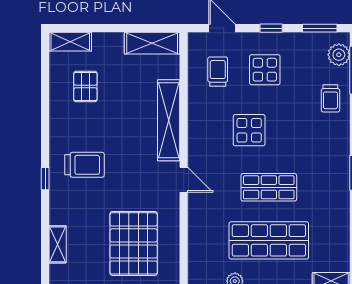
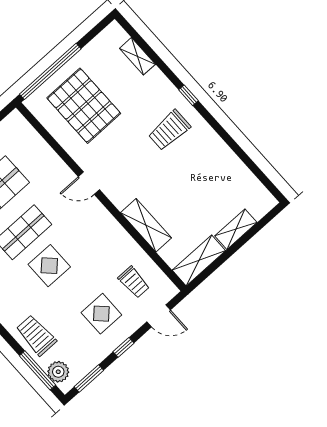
shelving: (70, 42) -> (236, 229), moved
pallet: (85, 86) -> (219, 187), removed
trolley: (330, 98) -> (36, 335), width x1.36, depth x1.39
shelving: (169, 120) -> (146, 225), width x0.68
display table: (249, 130) -> (49, 266), moved

